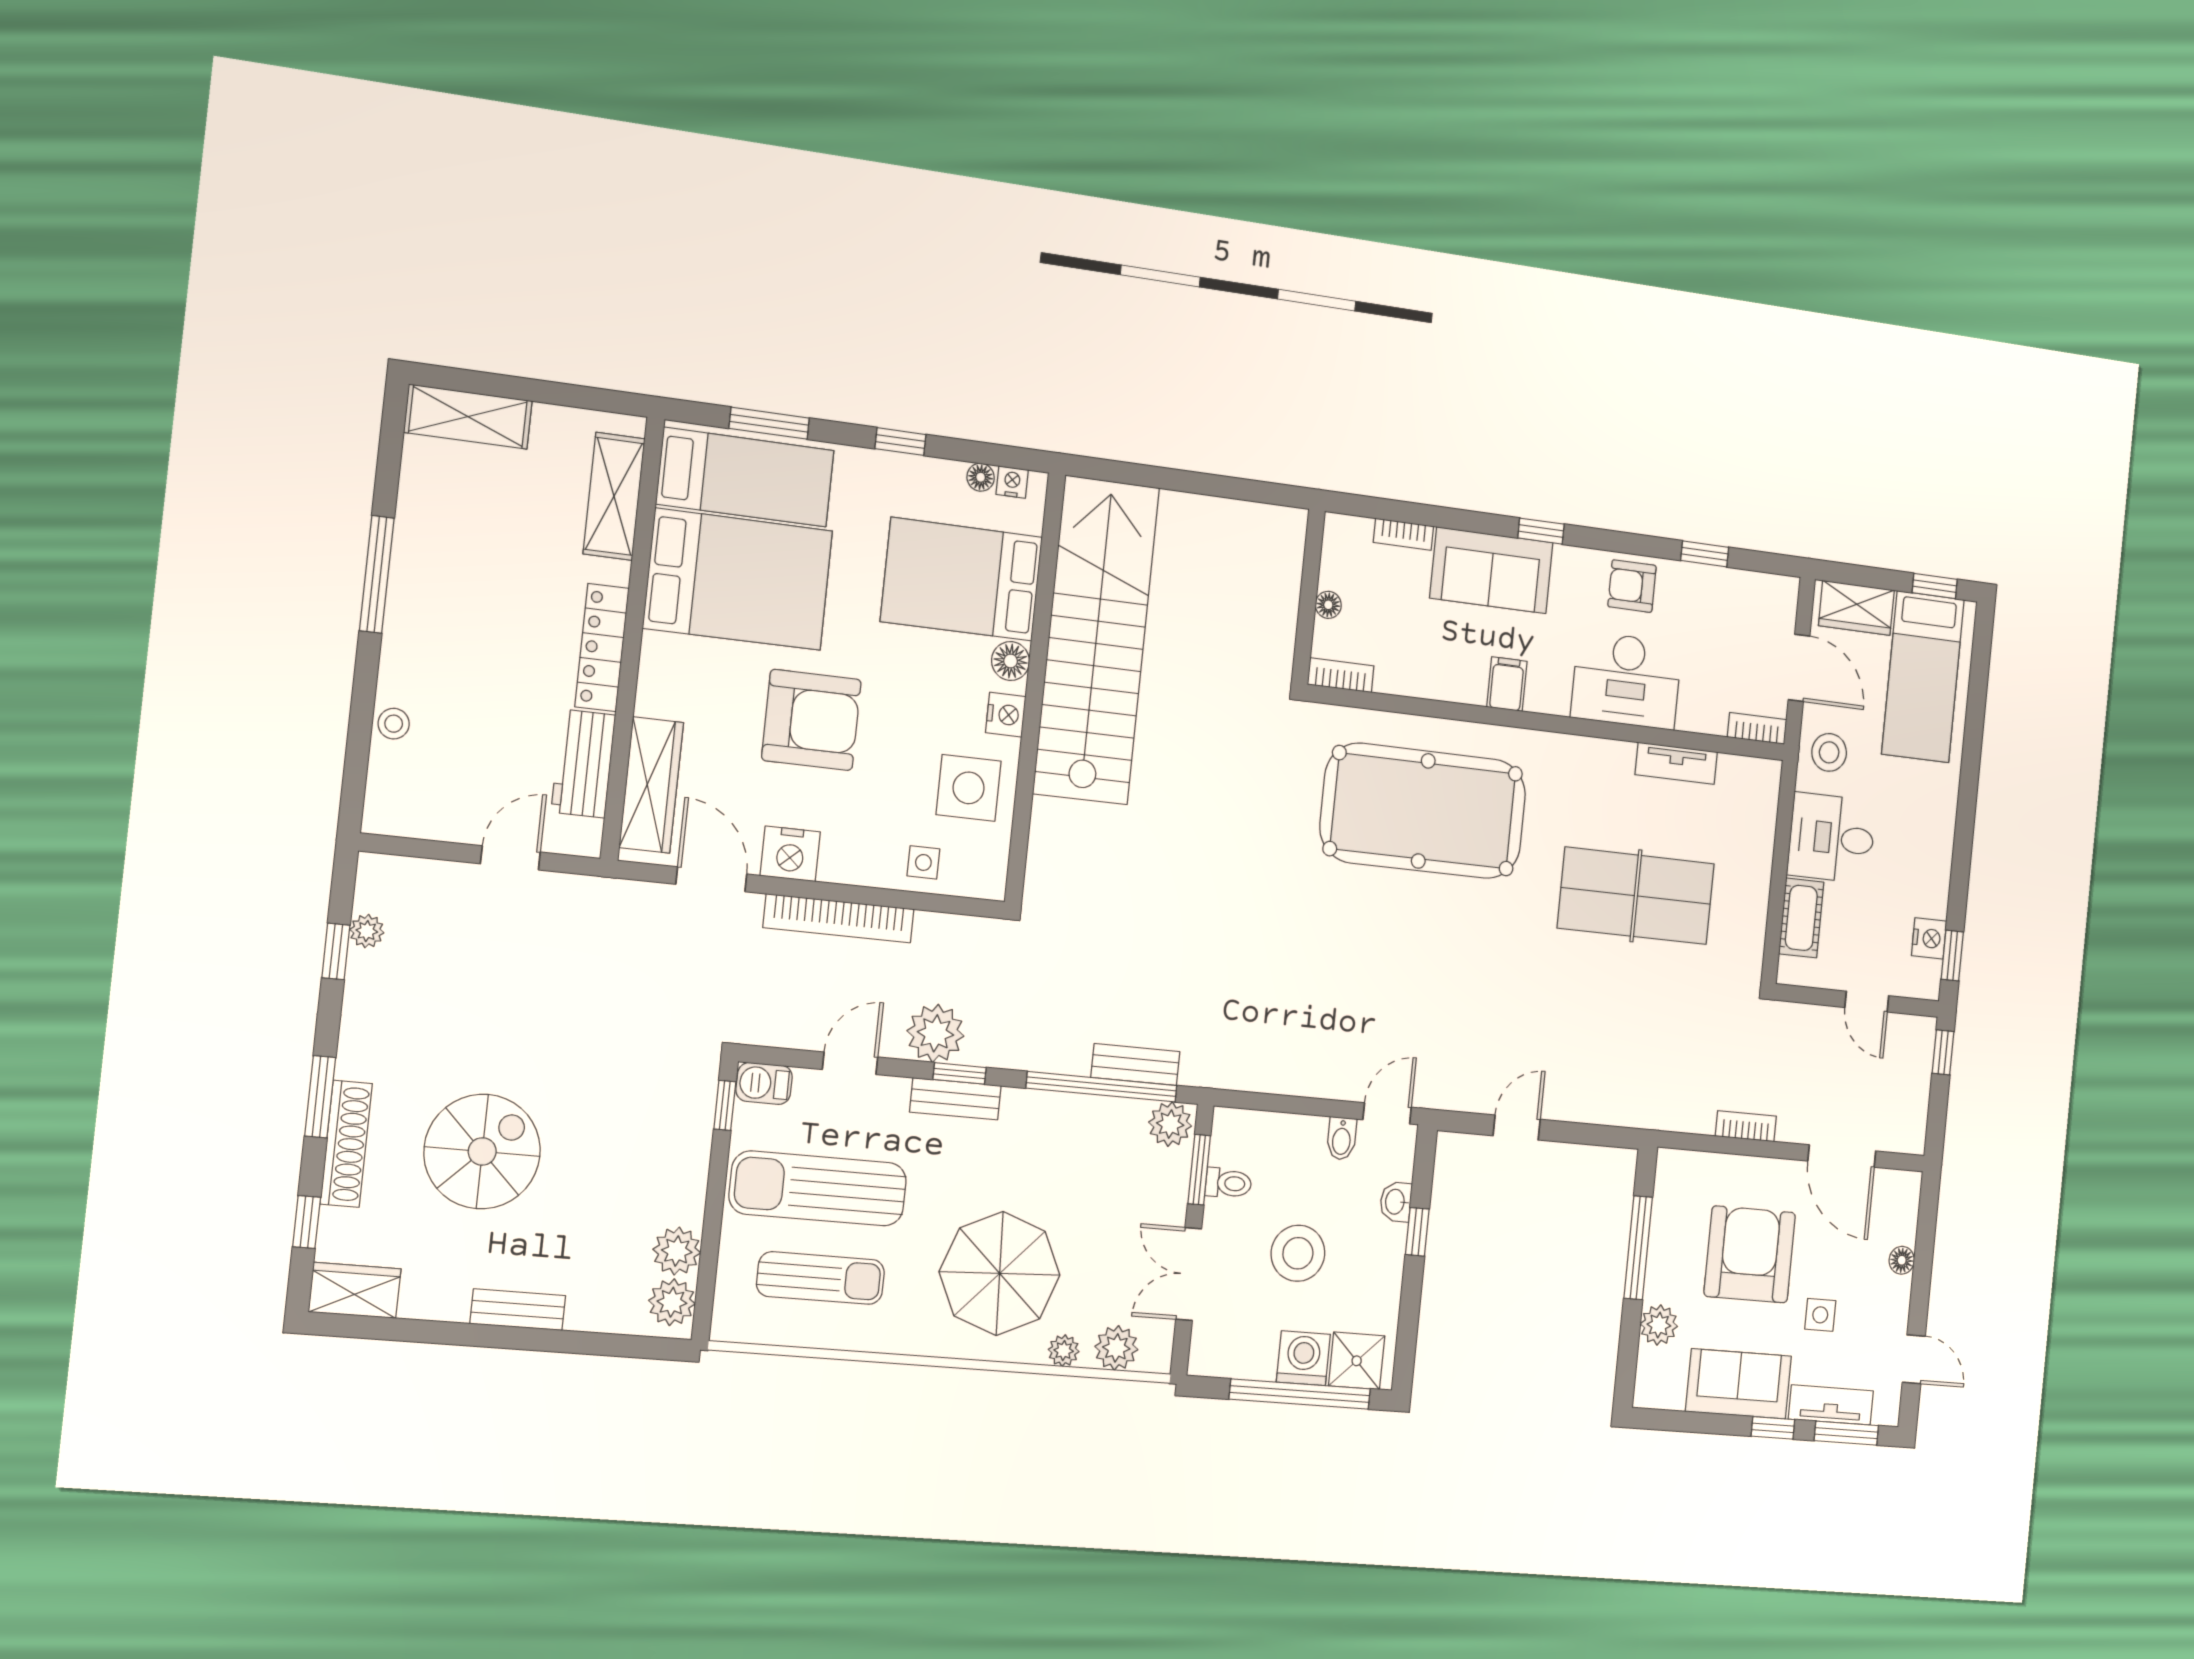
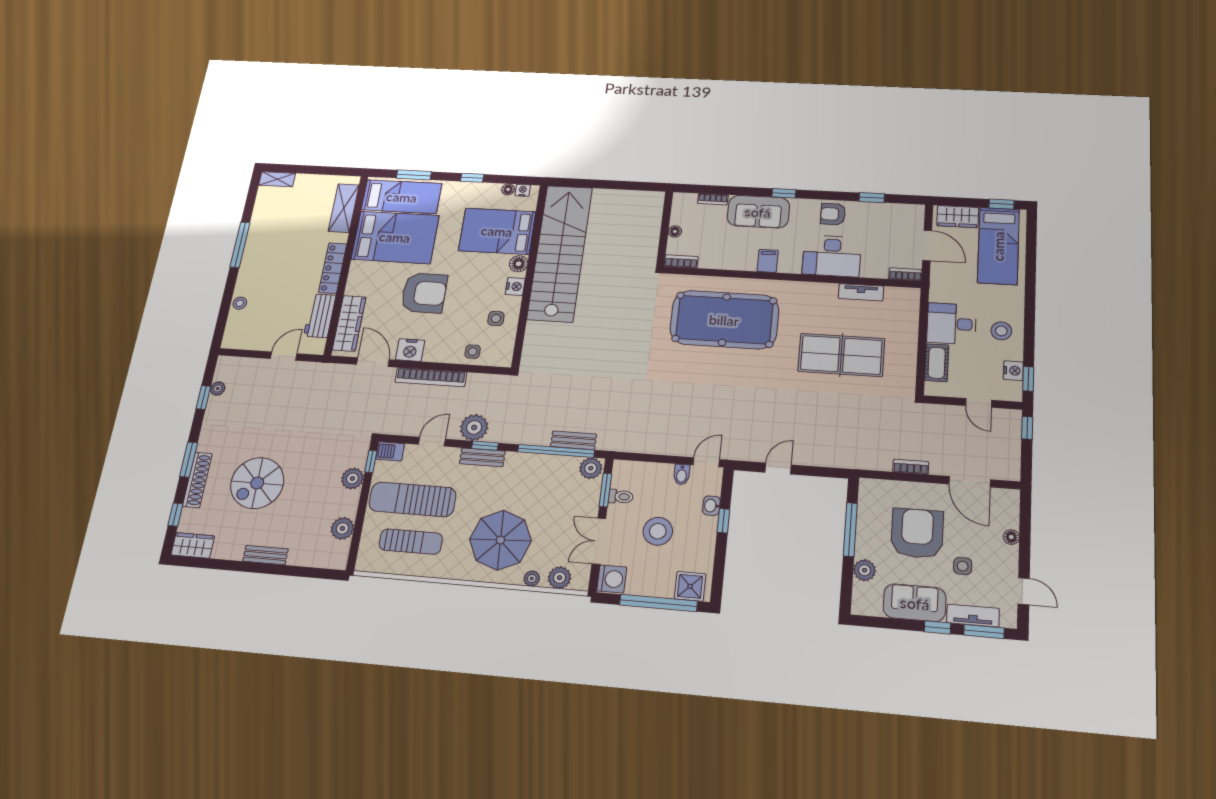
shelving: (468, 417) -> (277, 179), width x0.67, depth x0.75
stool: (1829, 752) -> (1001, 331), moved
side table: (969, 788) -> (496, 319), width x0.54, depth x0.54
spiral stairs: (482, 1152) -> (257, 483), turned 180
plant: (672, 1302) -> (352, 478), moved
washing machine: (1303, 1358) -> (612, 579), moved, turned 90

